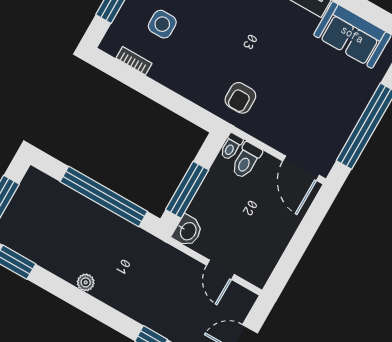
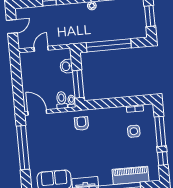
window: (187, 190) -> (78, 84), moved
washbasin: (188, 231) -> (66, 66), moved
door: (220, 270) -> (41, 49), hinge flipped

